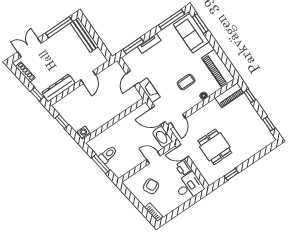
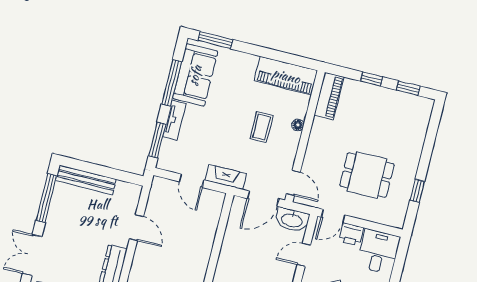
window: (171, 20) -> (172, 83), moved
sofa: (191, 33) -> (195, 75), moved, turned -90
window: (250, 96) -> (372, 79), moved

